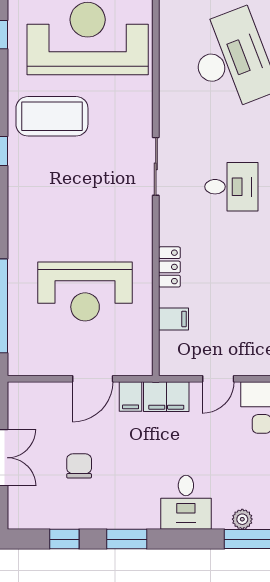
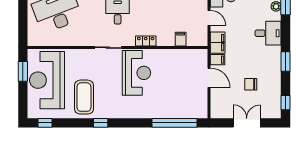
locker: (169, 267) -> (146, 41), moved
reception desk: (85, 292) -> (136, 73), moved
window: (64, 539) -> (286, 103), moved

